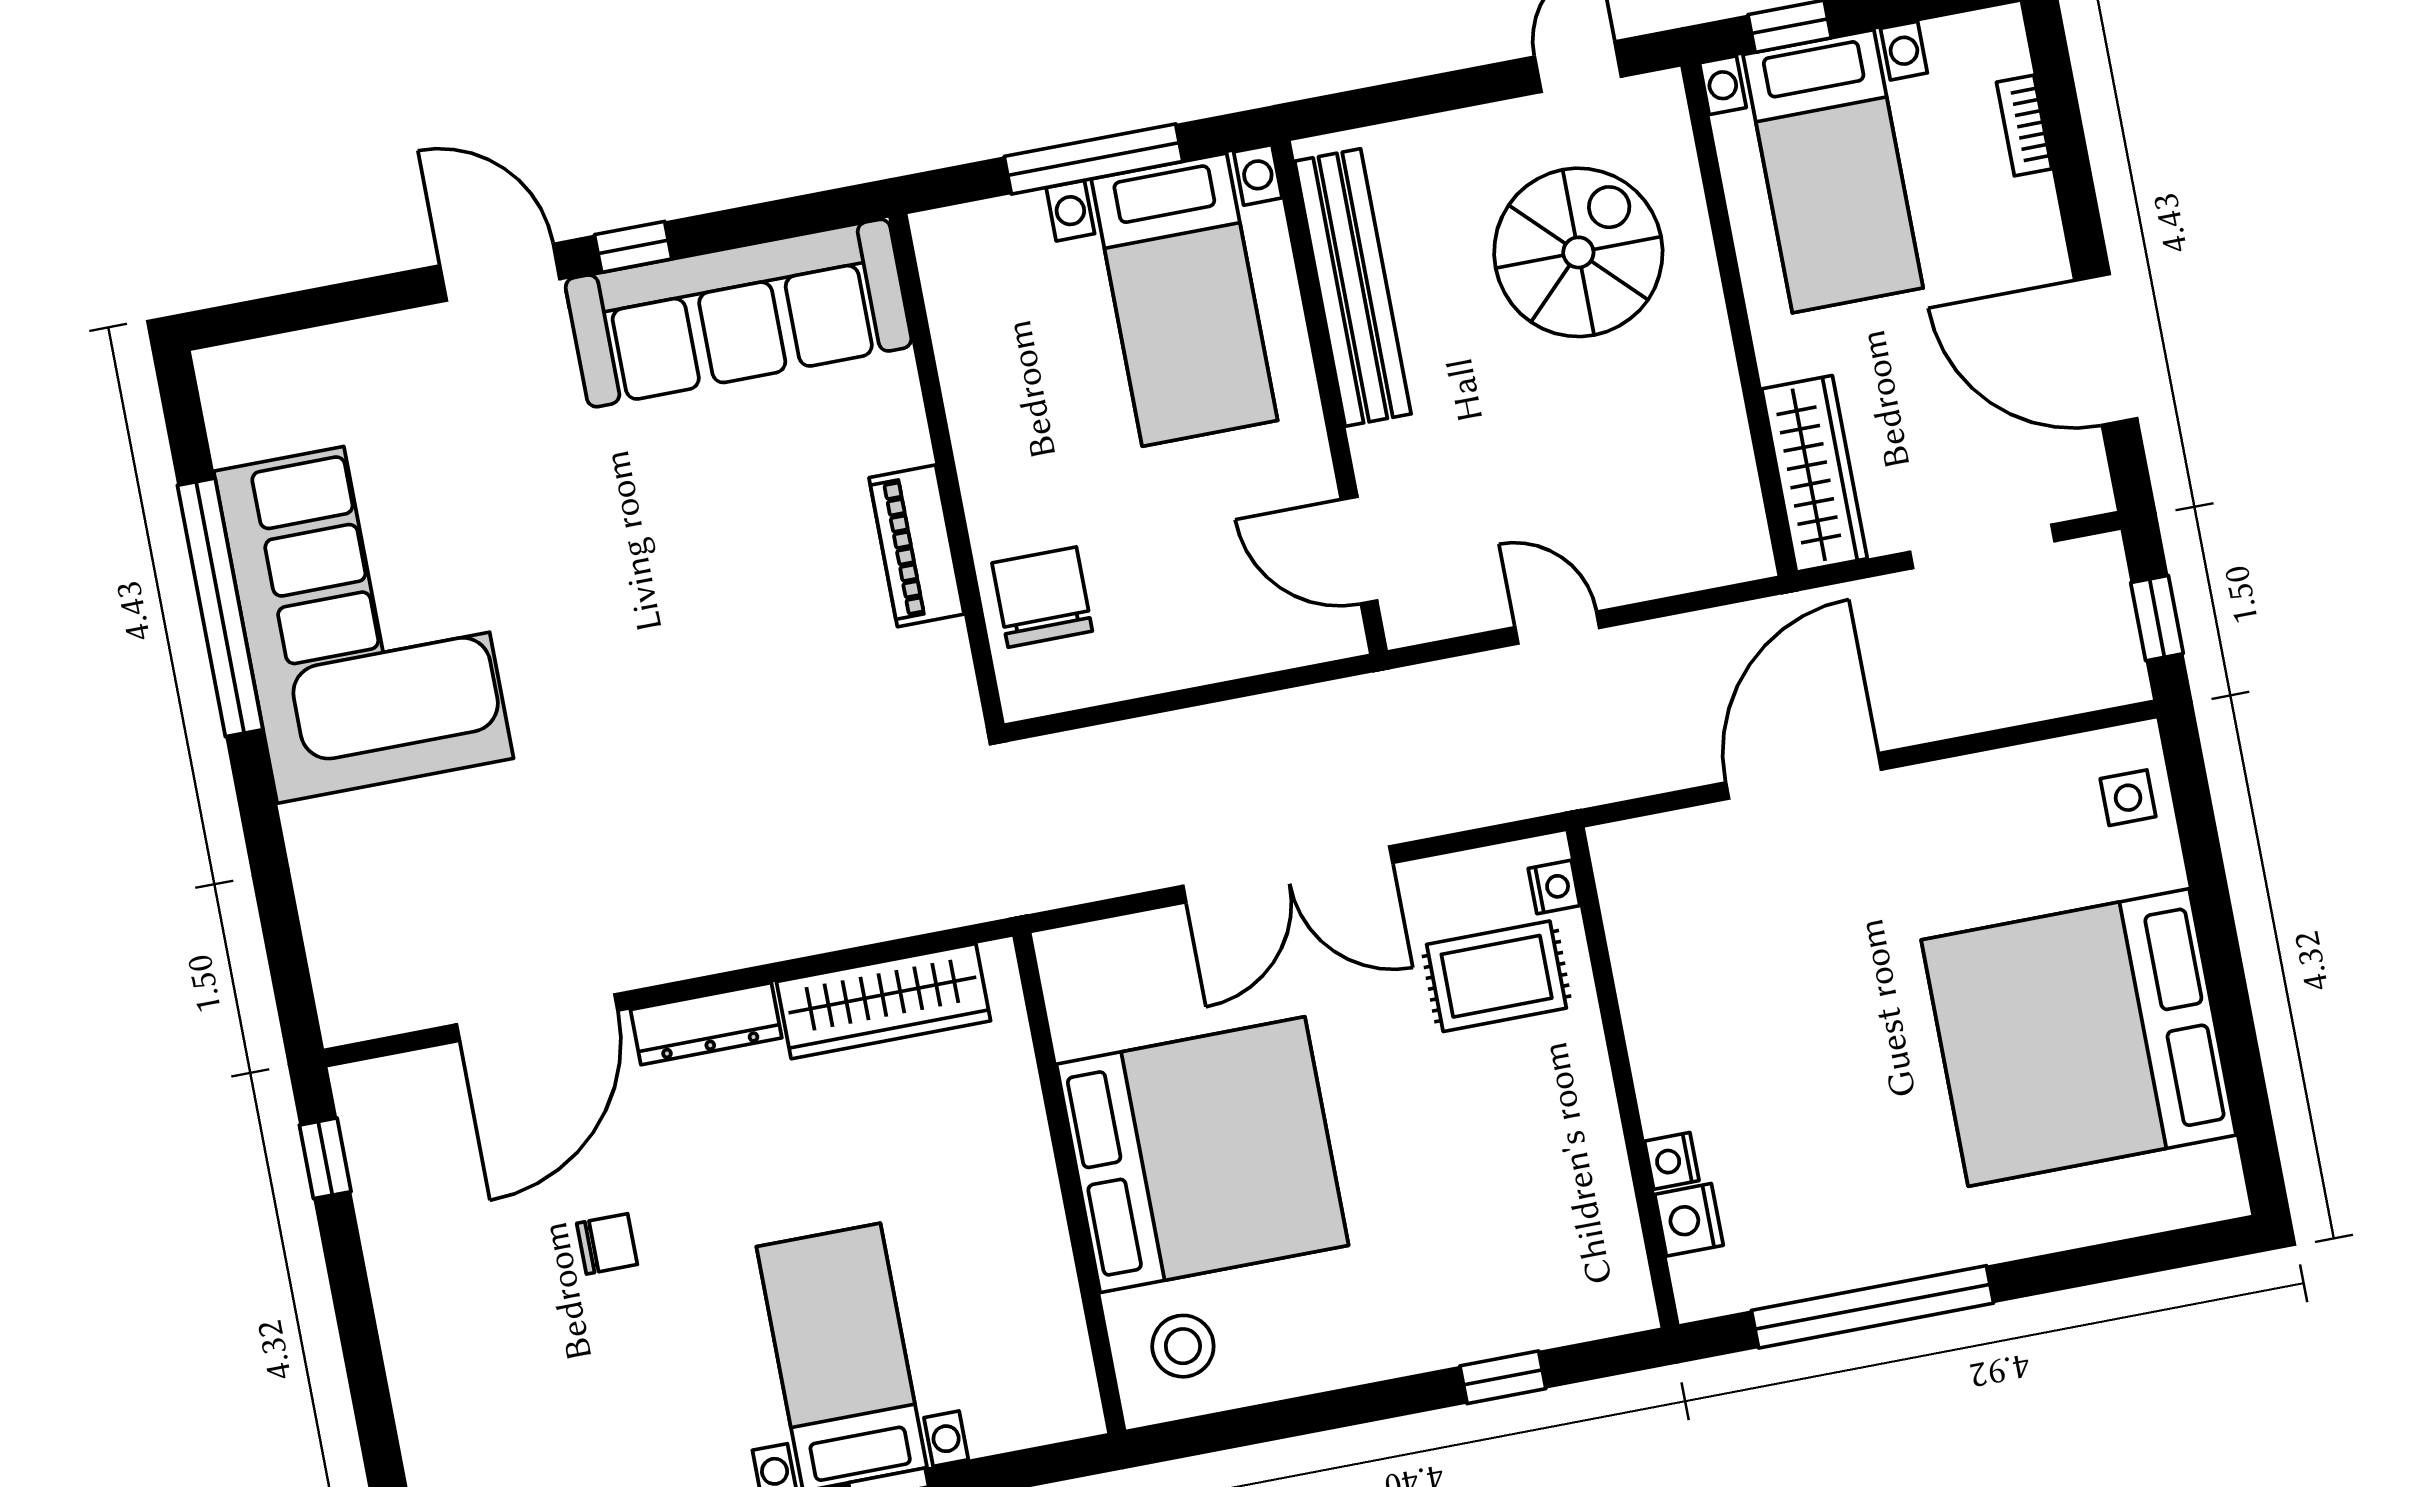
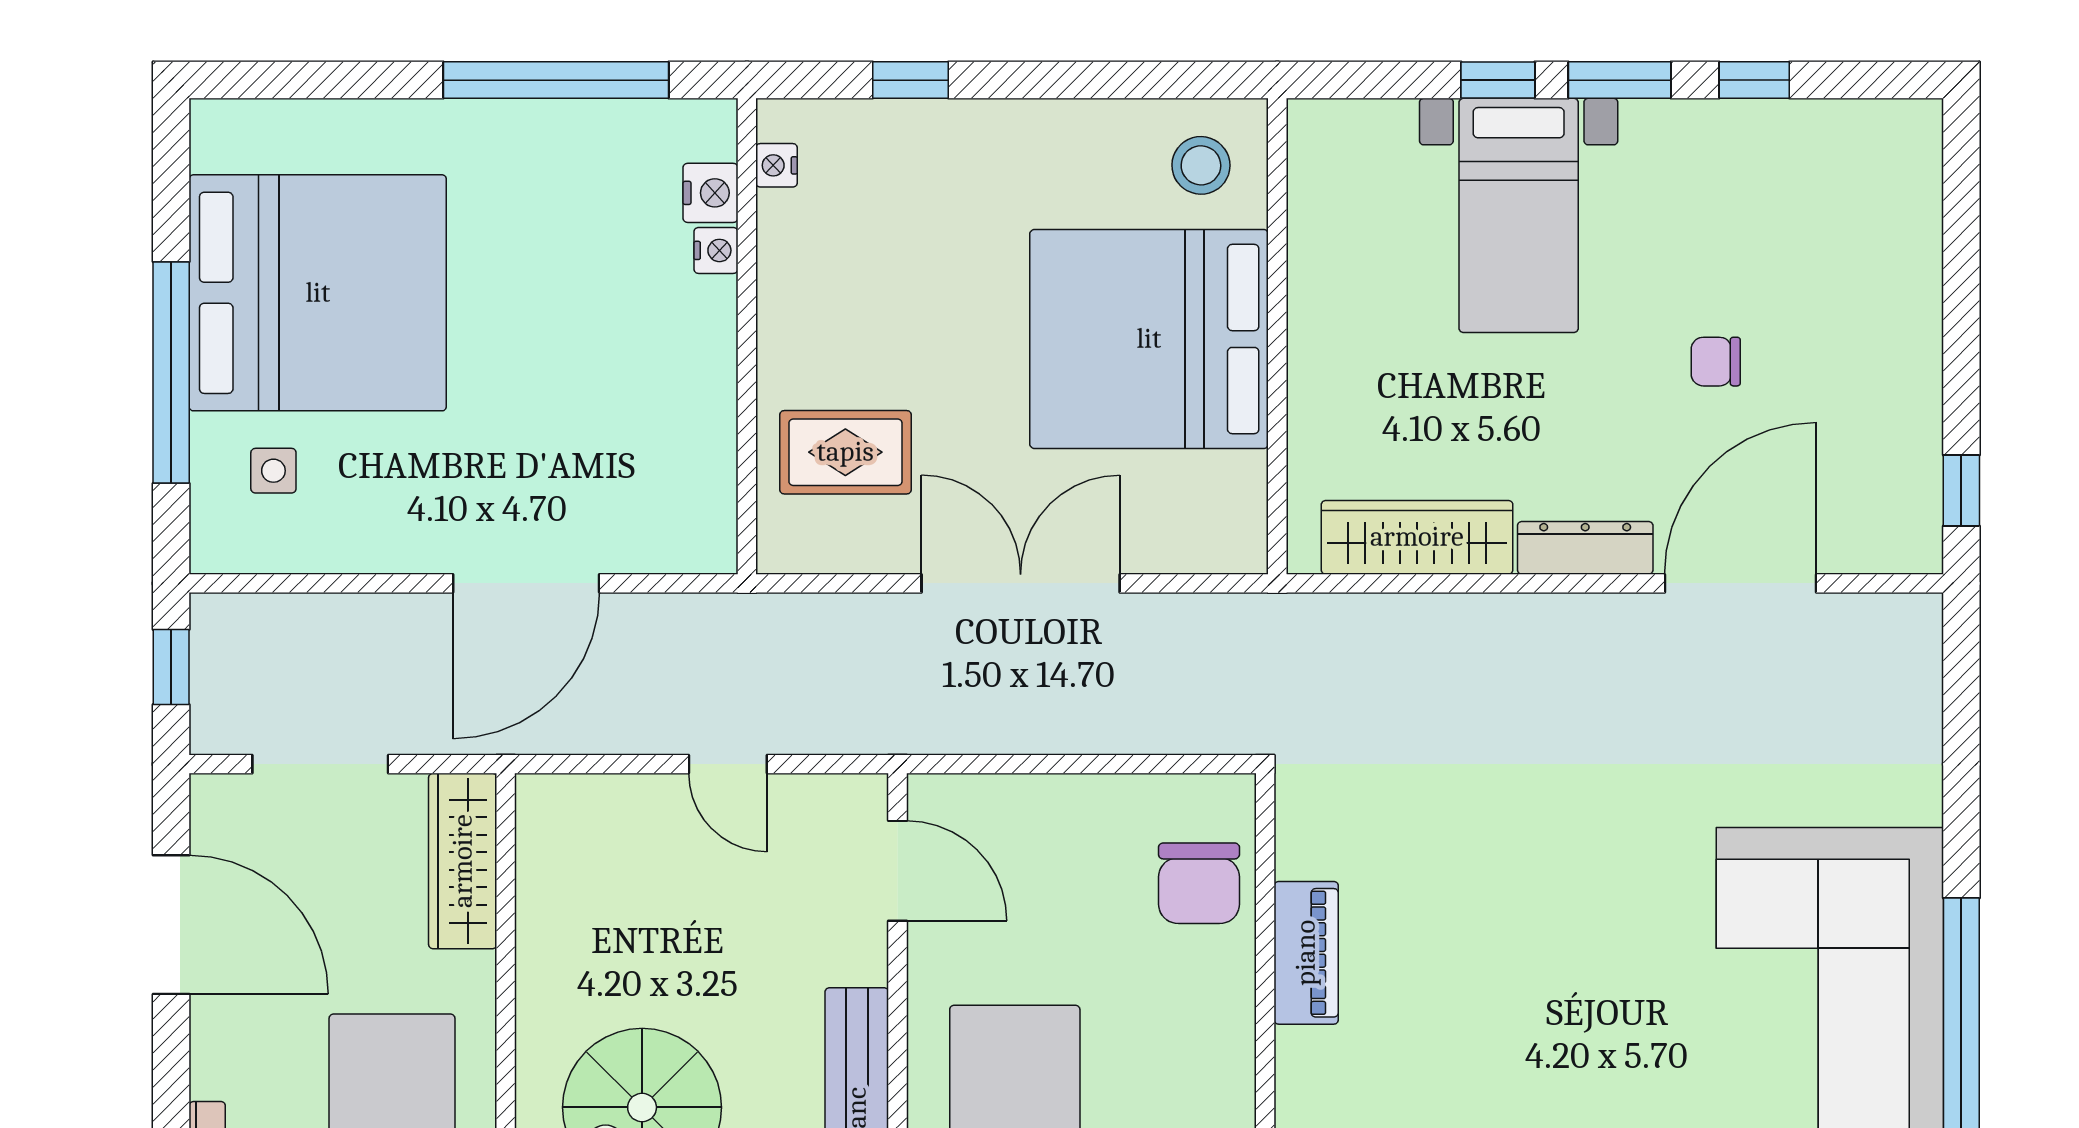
side table: (2128, 798) -> (273, 471), moved
nightstand: (1554, 887) -> (776, 165), moved
window: (2216, 925) -> (171, 372), added

